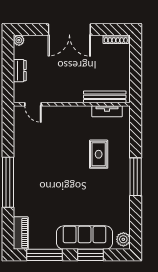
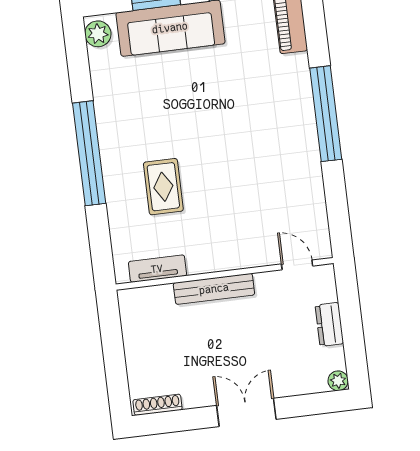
double door: (69, 29) -> (246, 412), width x0.73
bench: (105, 97) -> (214, 289), moved
window: (136, 177) -> (89, 153), width x1.46

